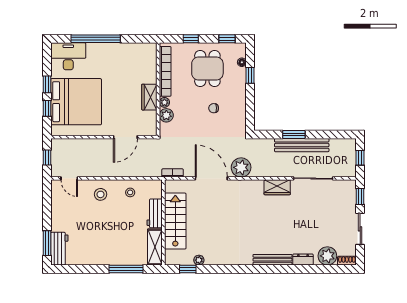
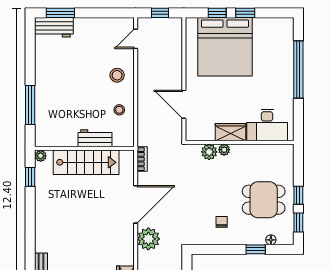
window: (191, 39) -> (298, 195), moved
desk: (68, 56) -> (267, 125), moved, turned 90
bookcase: (165, 71) -> (260, 151), removed
chair: (214, 108) -> (222, 222), moved
shelving: (155, 247) -> (56, 139), removed
plant: (199, 260) -> (41, 156), moved

